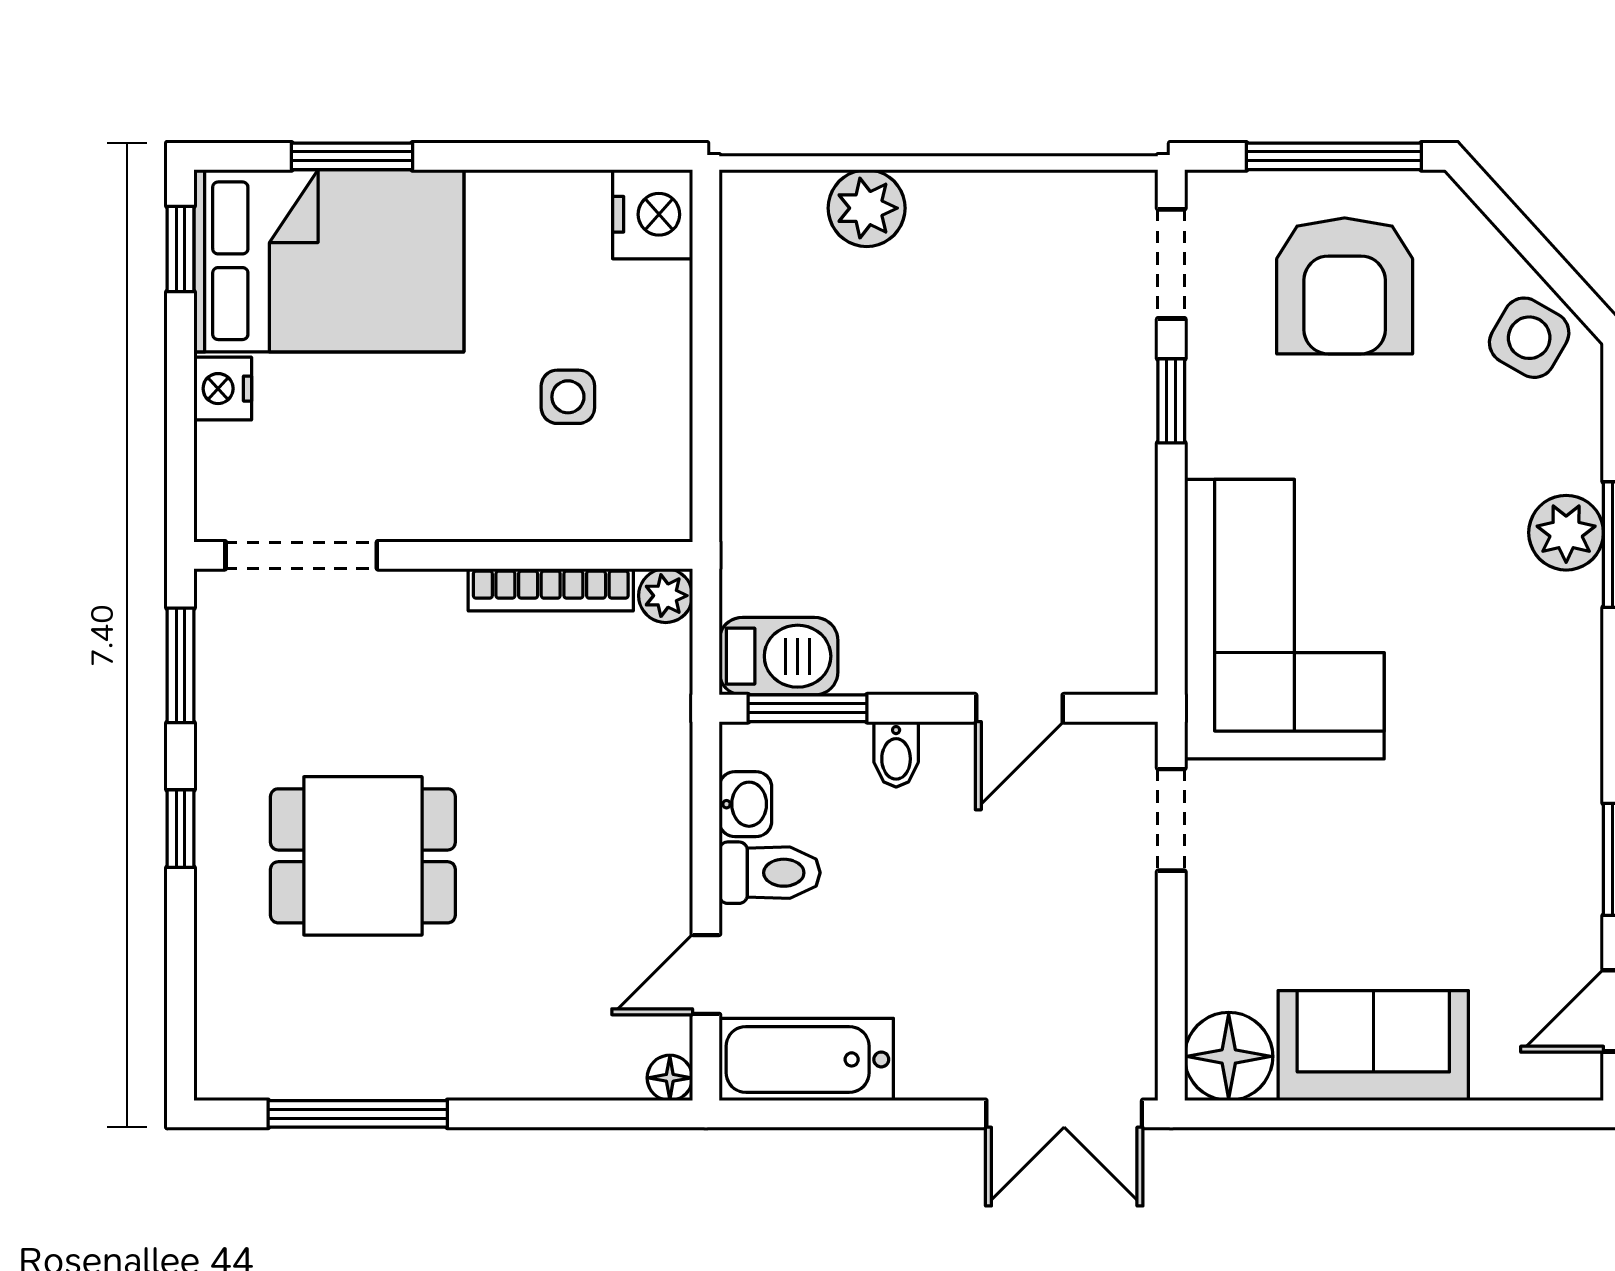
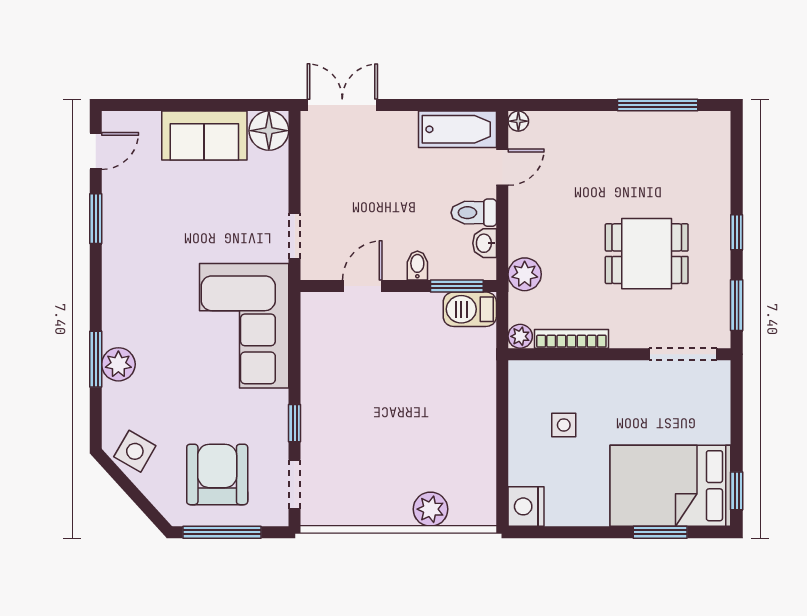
nightstand: (223, 389) -> (718, 429), removed
plant: (656, 735) -> (525, 274), added
dining table: (363, 856) -> (647, 254), moved

